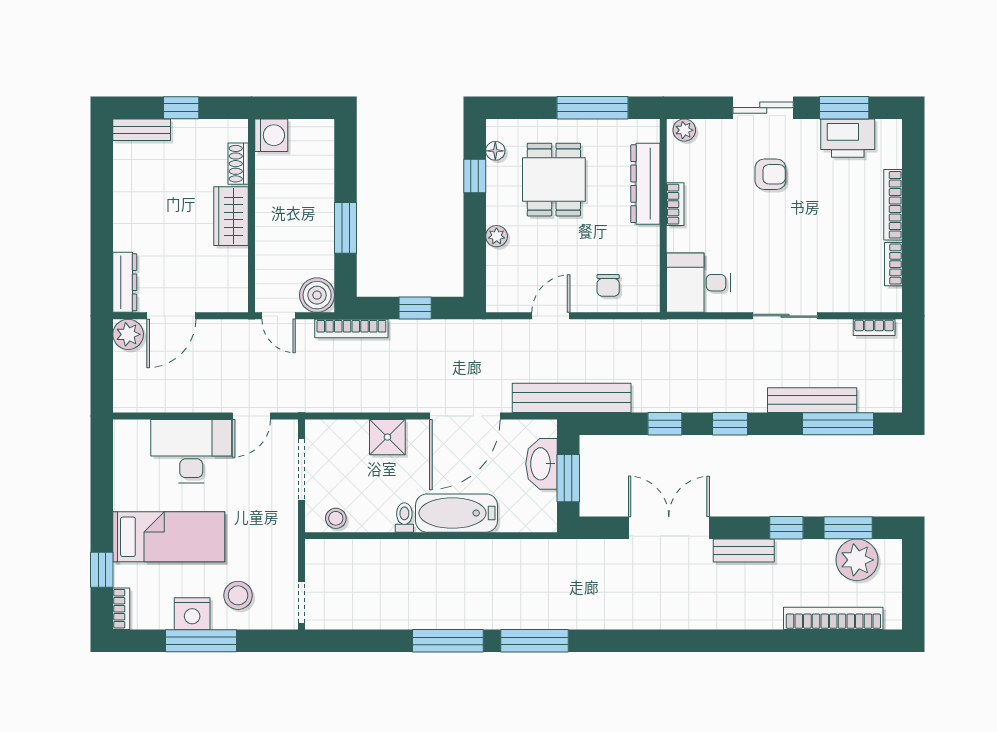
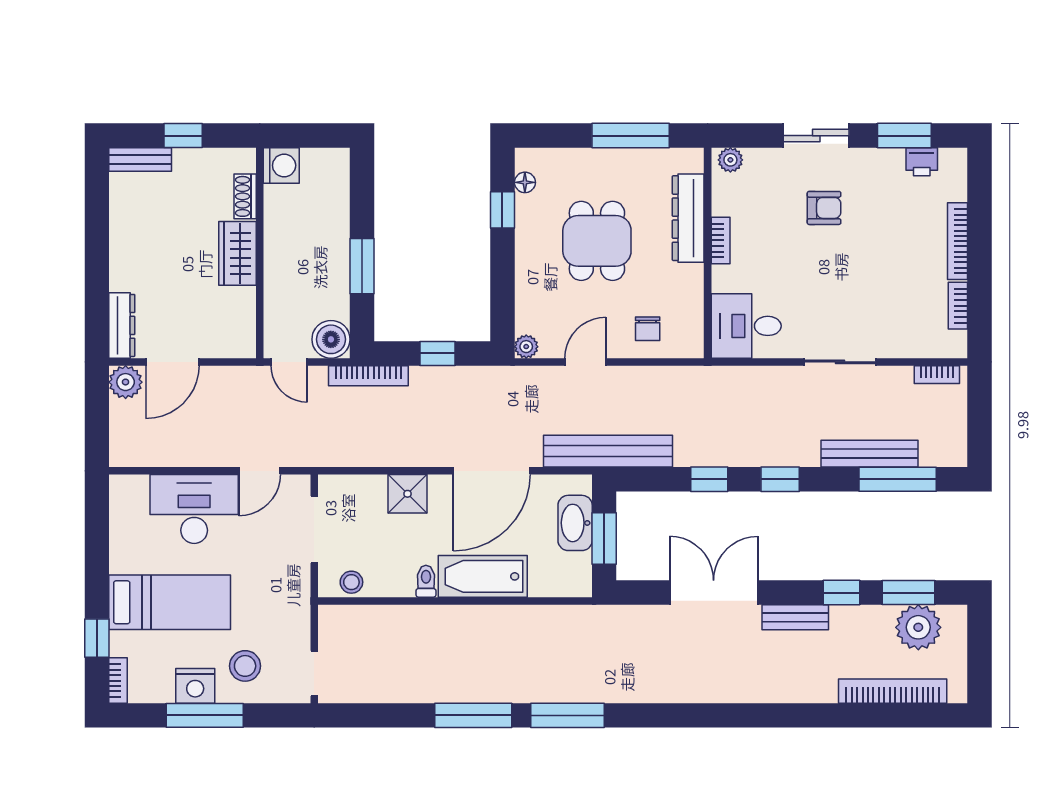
printer: (848, 138) -> (922, 162), width x0.53, depth x0.68
dining table: (554, 180) -> (597, 241), moved
plant: (497, 236) -> (526, 347), moved

